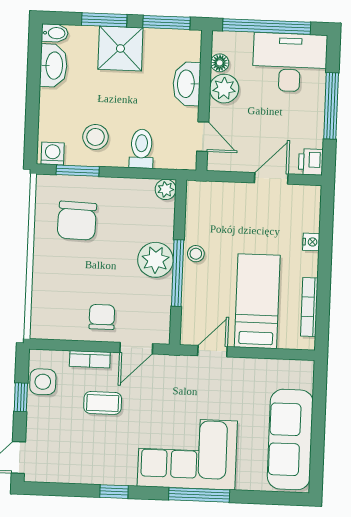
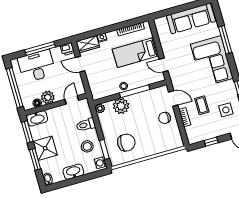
desk: (290, 62) -> (37, 66), moved, turned 90
washbasin: (53, 66) -> (73, 172), moved
washbasin: (187, 84) -> (37, 118), moved
wardrobe: (307, 208) -> (88, 44), added
plant: (155, 260) -> (121, 106), moved
side table: (43, 382) -> (226, 110), moved
window: (199, 495) -> (225, 40), moved

